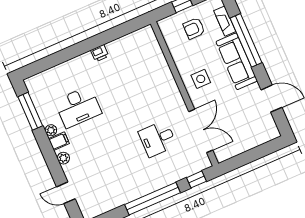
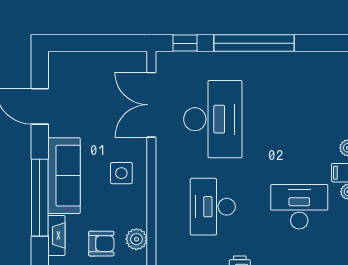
plant: (173, 41) -> (136, 239), added
desk: (133, 83) -> (213, 207), added
desk: (158, 139) -> (213, 119), width x1.87, depth x1.30

